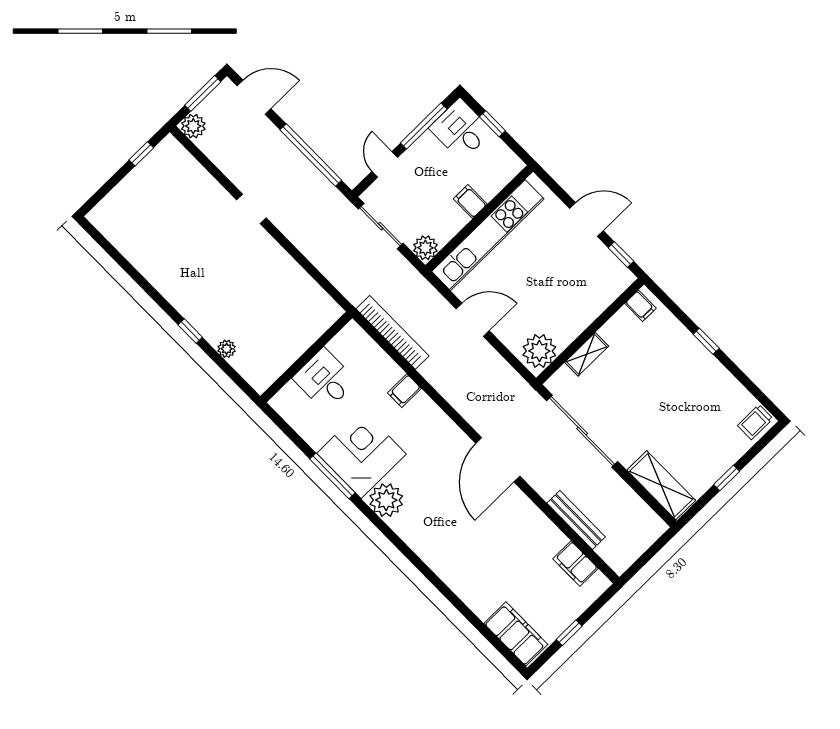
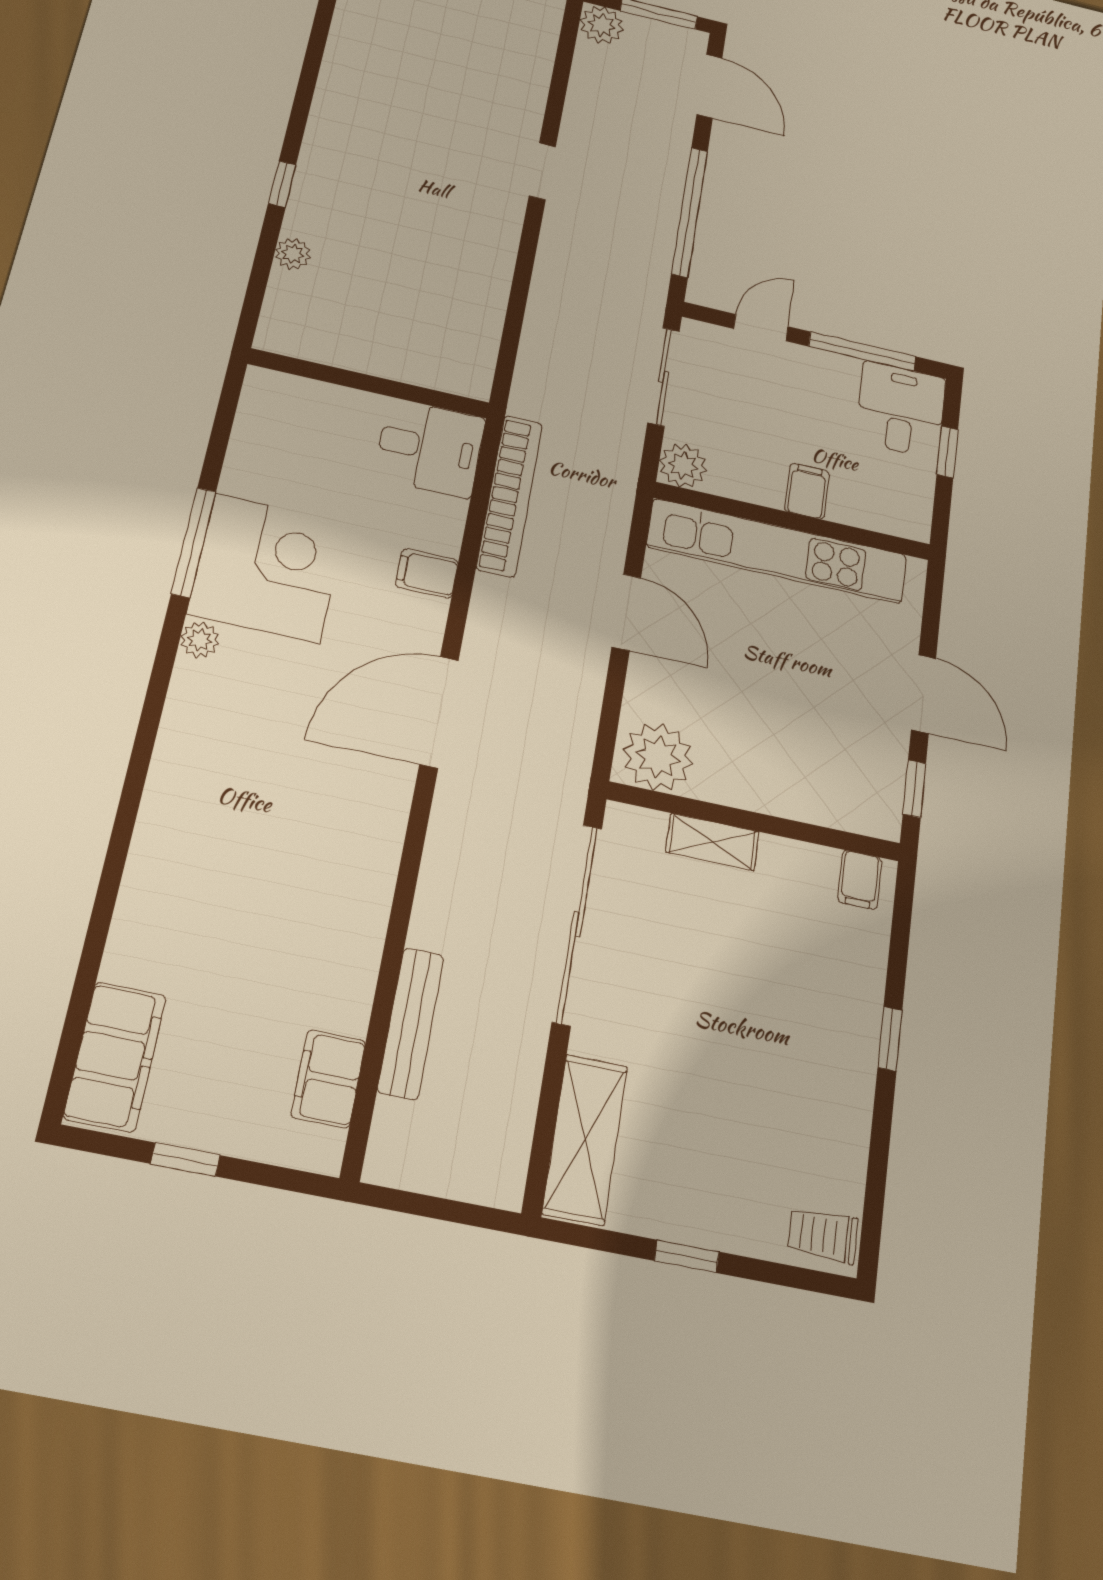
desk: (325, 380) -> (430, 448), moved, turned 90
door: (498, 460) -> (439, 712), moved
plant: (386, 500) -> (200, 640), width x0.53, depth x0.53

